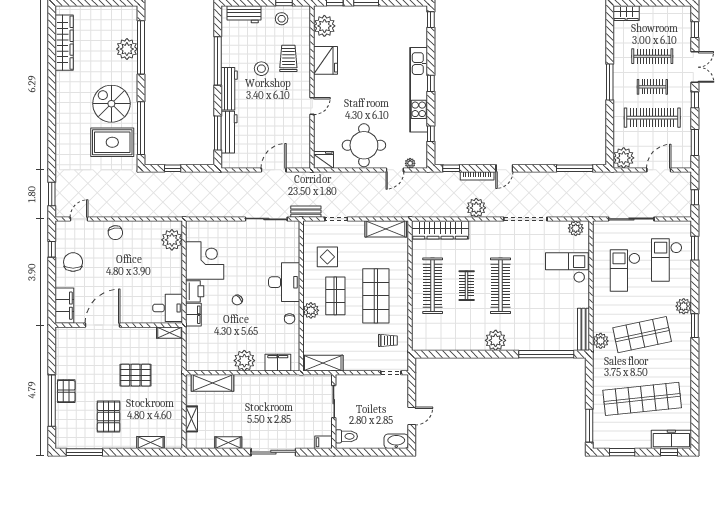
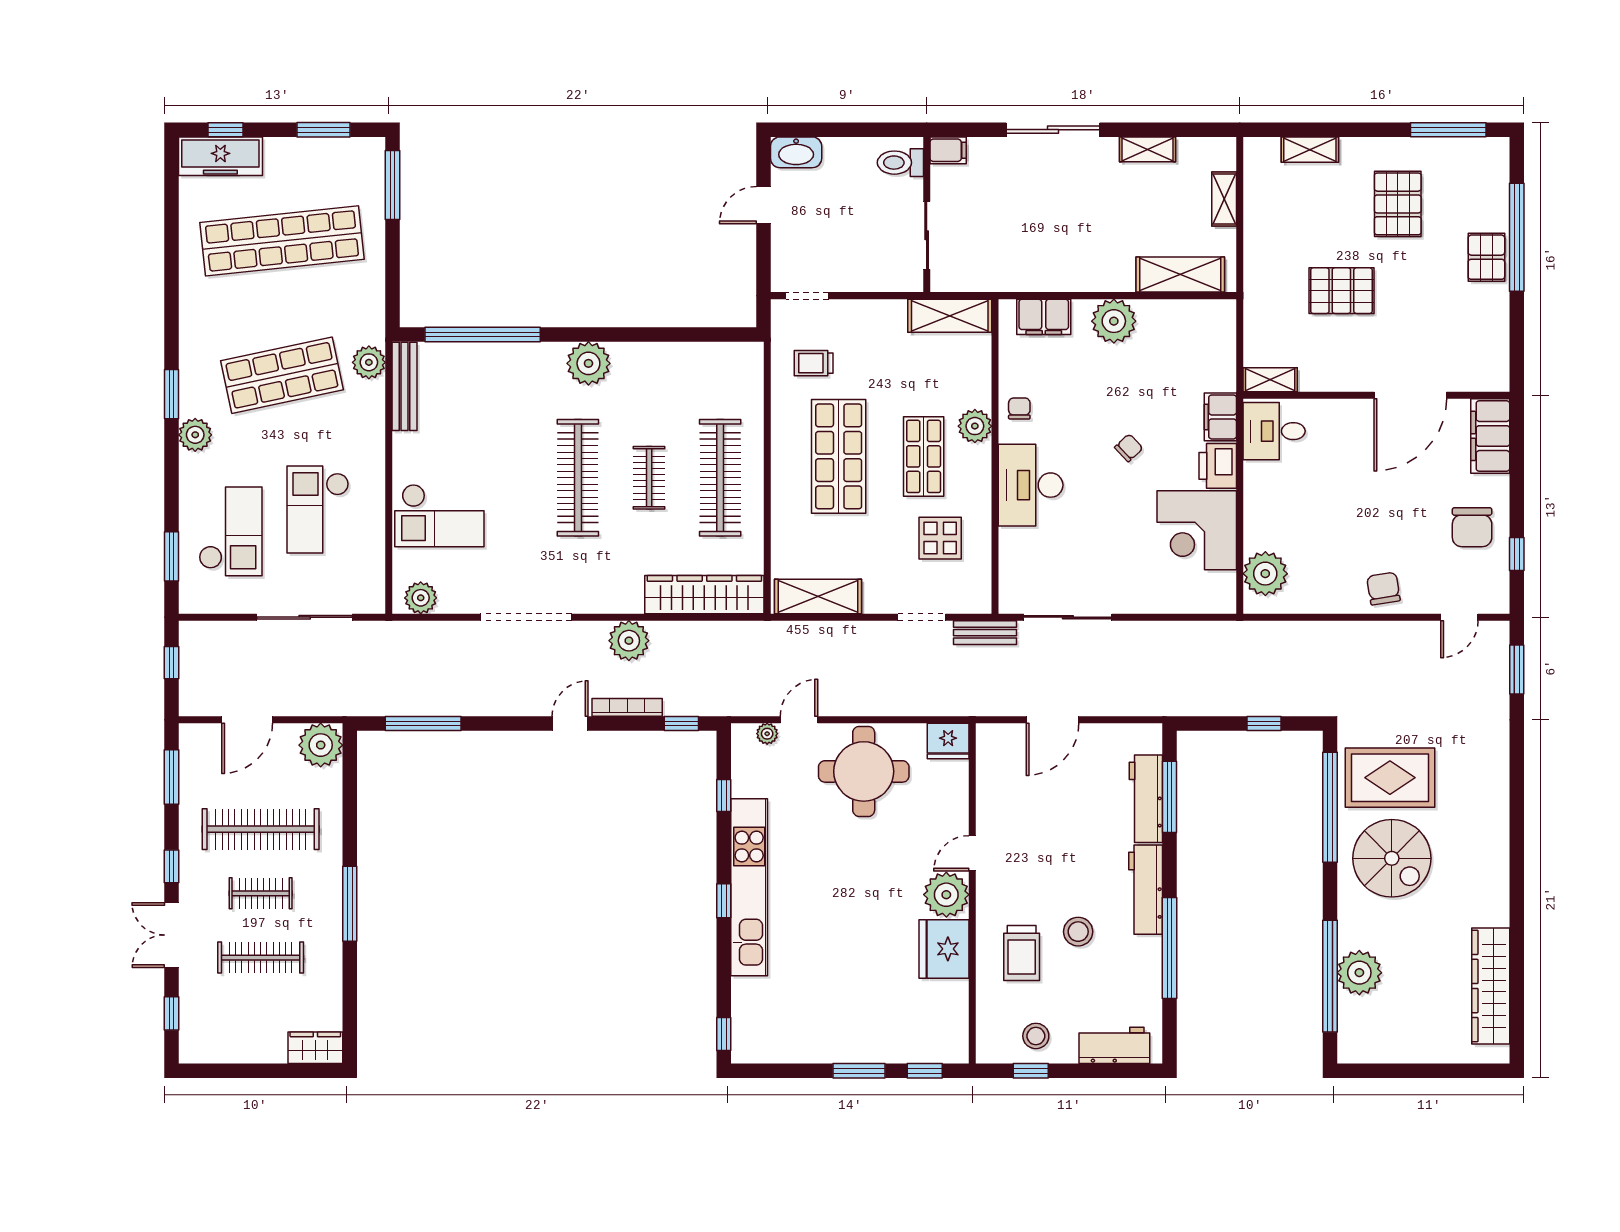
plant: (324, 26) -> (946, 895), moved
checkout: (625, 271) -> (318, 509), turned 180

